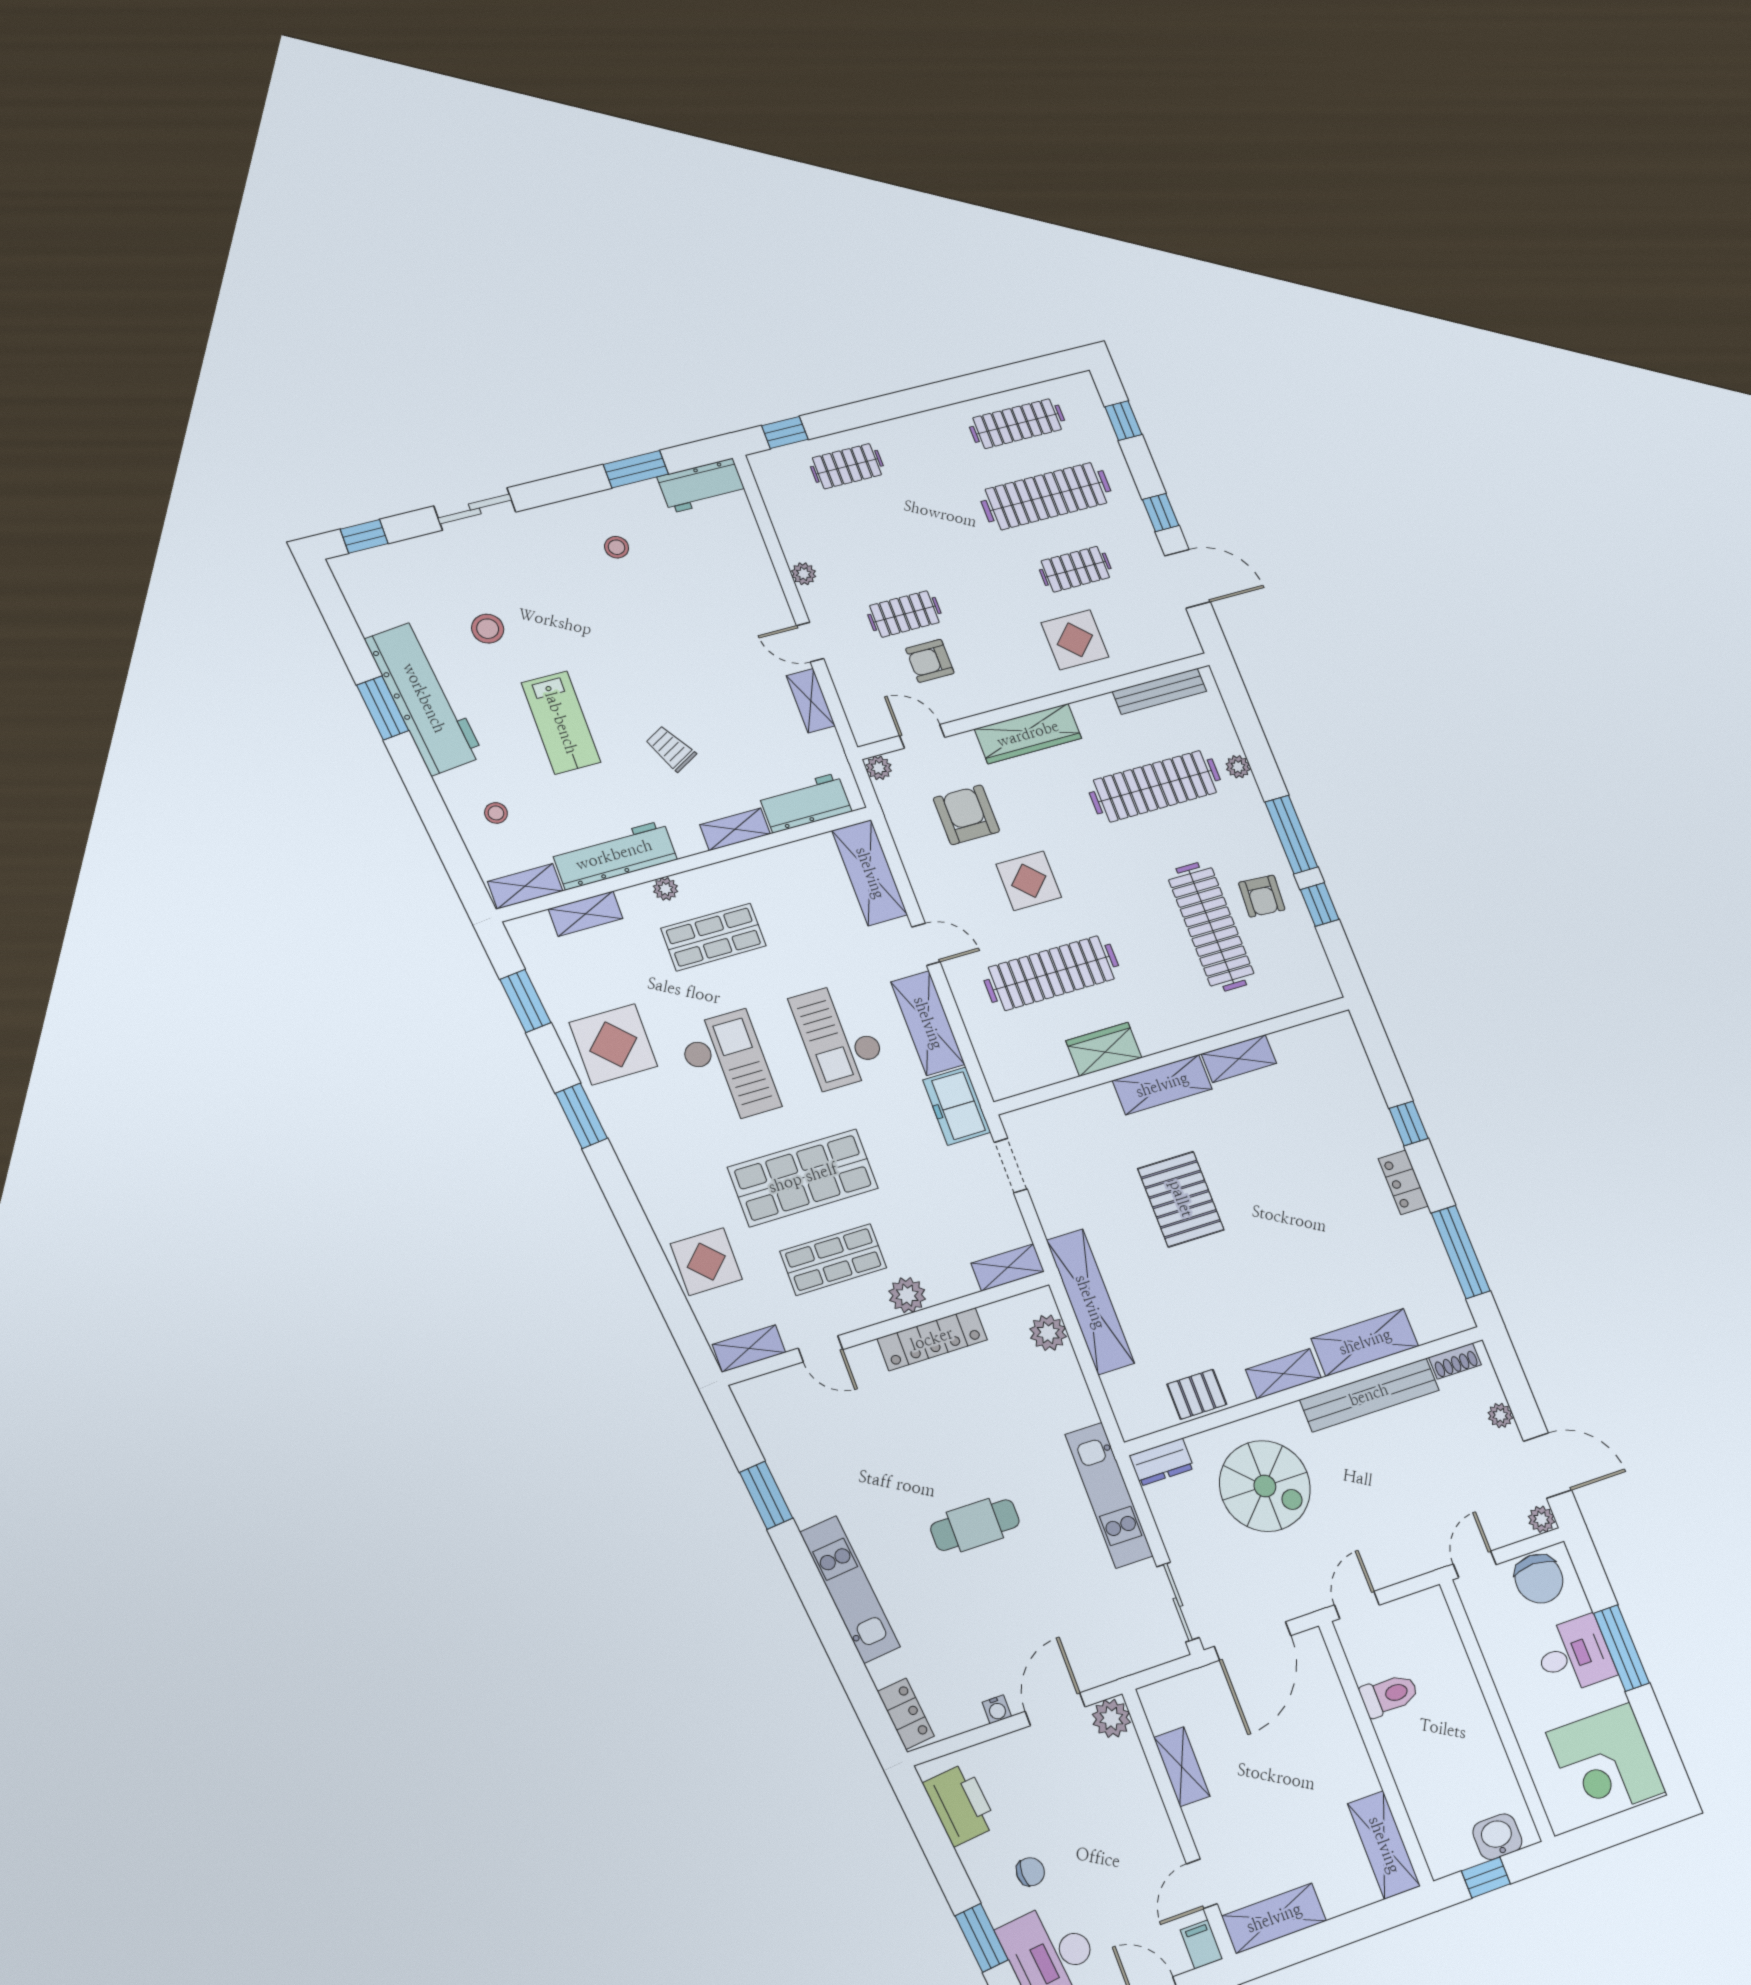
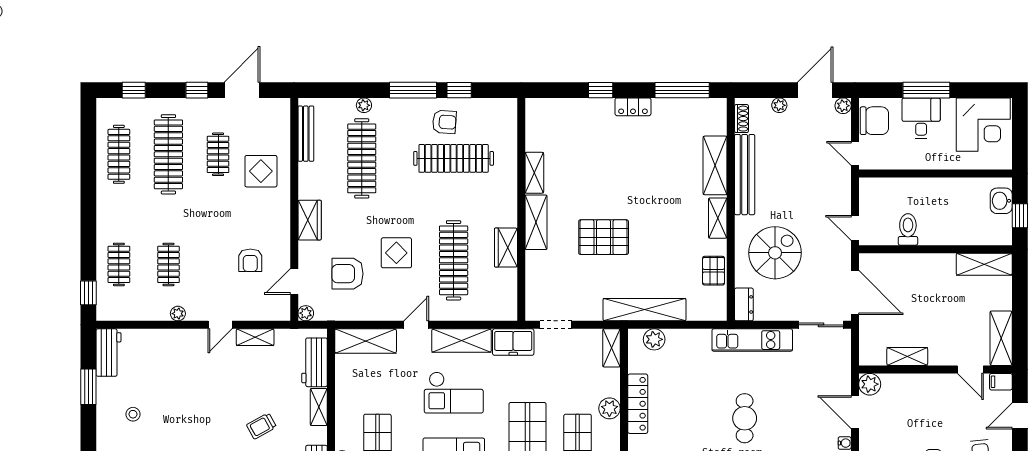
clothes rail: (904, 614) -> (168, 264), moved
wardrobe: (1028, 734) -> (310, 220), width x0.67

